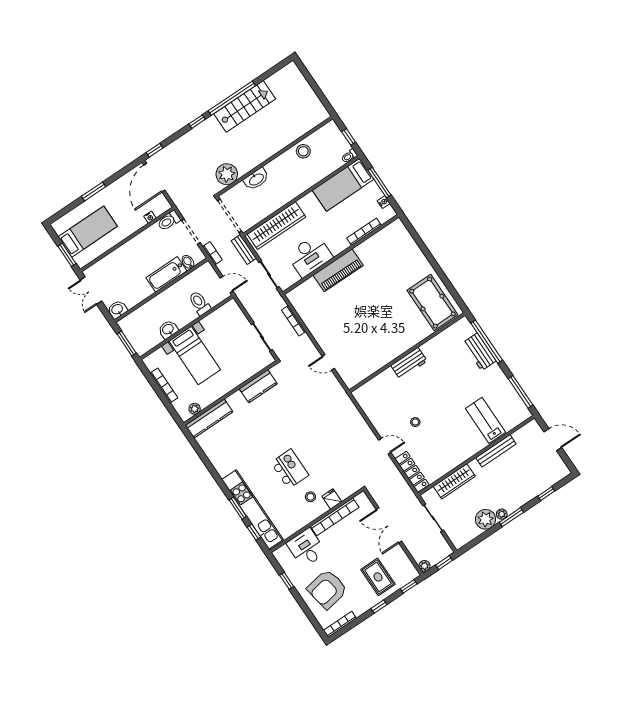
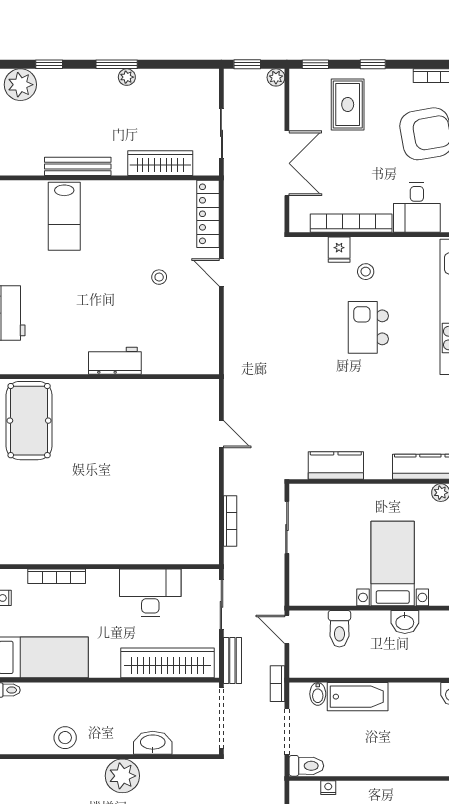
plant: (227, 174) -> (122, 776), moved
piano: (338, 270) -> (125, 548), removed
plant: (486, 519) -> (20, 85), moved

